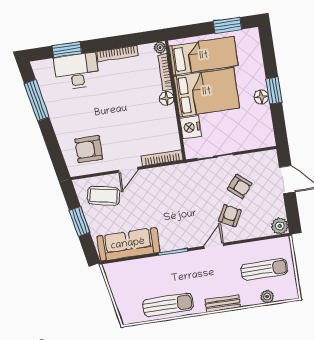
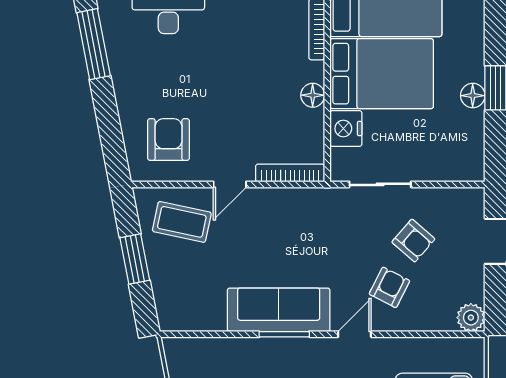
floor lamp: (167, 98) -> (313, 95), moved
armchair: (89, 149) -> (169, 140), turned 90
sofa: (128, 244) -> (279, 310), moved

